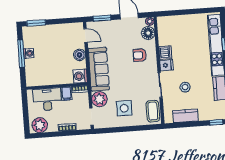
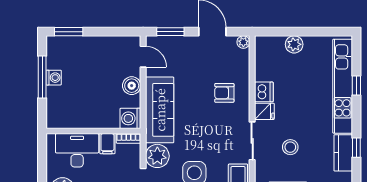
plant: (183, 20) -> (294, 44), added
floor lamp: (148, 33) -> (240, 60), removed

